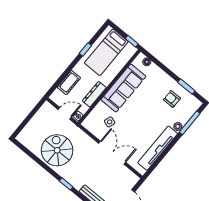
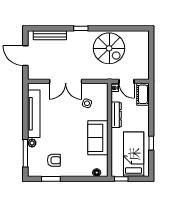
cot: (69, 83) -> (143, 94), moved
sofa: (123, 88) -> (98, 138), width x0.73
door: (65, 113) -> (127, 81), hinge flipped

